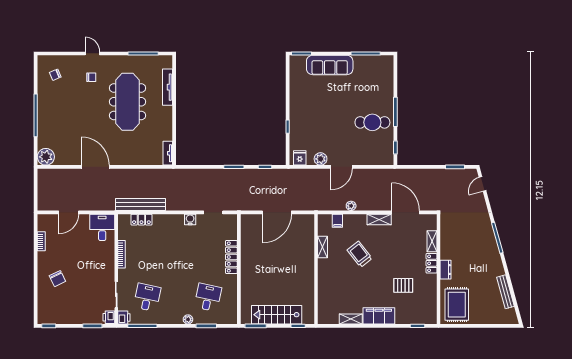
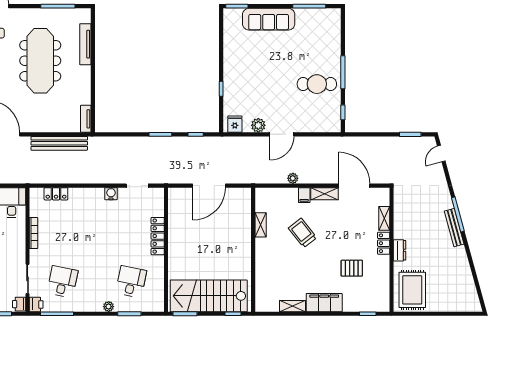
bench: (140, 204) -> (59, 143), moved
filing cabinet: (337, 221) -> (304, 195), moved
bench: (505, 292) -> (454, 228), moved
stairs: (277, 315) -> (209, 296), width x1.36, depth x1.51

